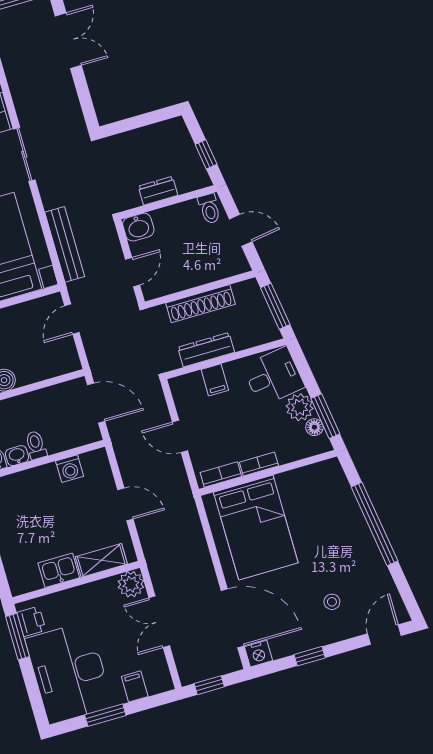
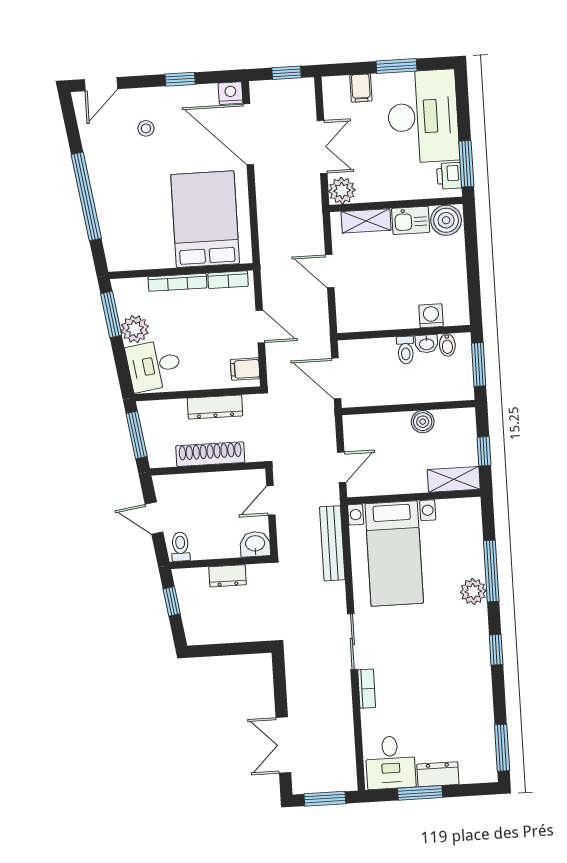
filing cabinet: (215, 380) -> (245, 369), moved, turned -90
floor lamp: (314, 427) -> (124, 306), removed
bookcase: (259, 464) -> (177, 282), width x1.56
washing machine: (70, 469) -> (431, 316), moved
boiler: (25, 578) -> (446, 220), added

